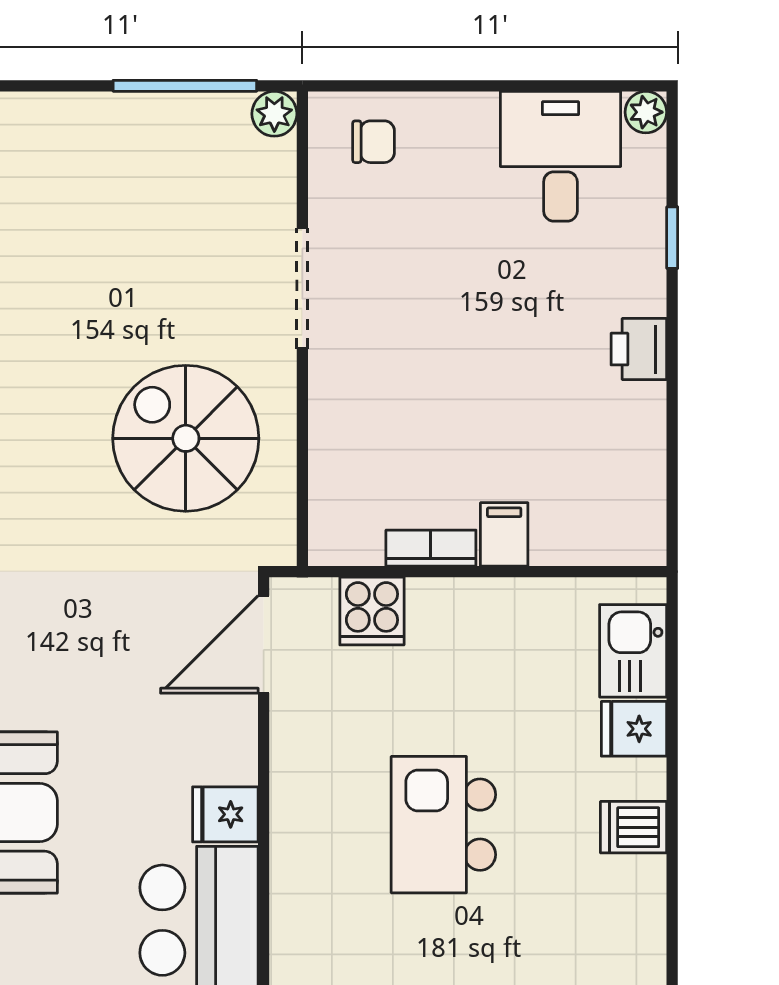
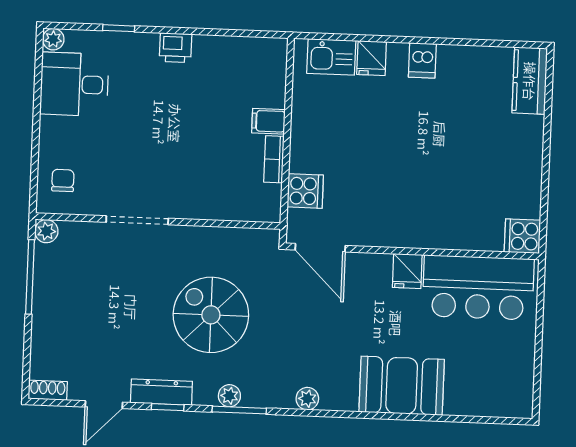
spiral stairs: (186, 438) -> (211, 315), moved, turned 90
kitchen island: (443, 825) -> (417, 159), removed

